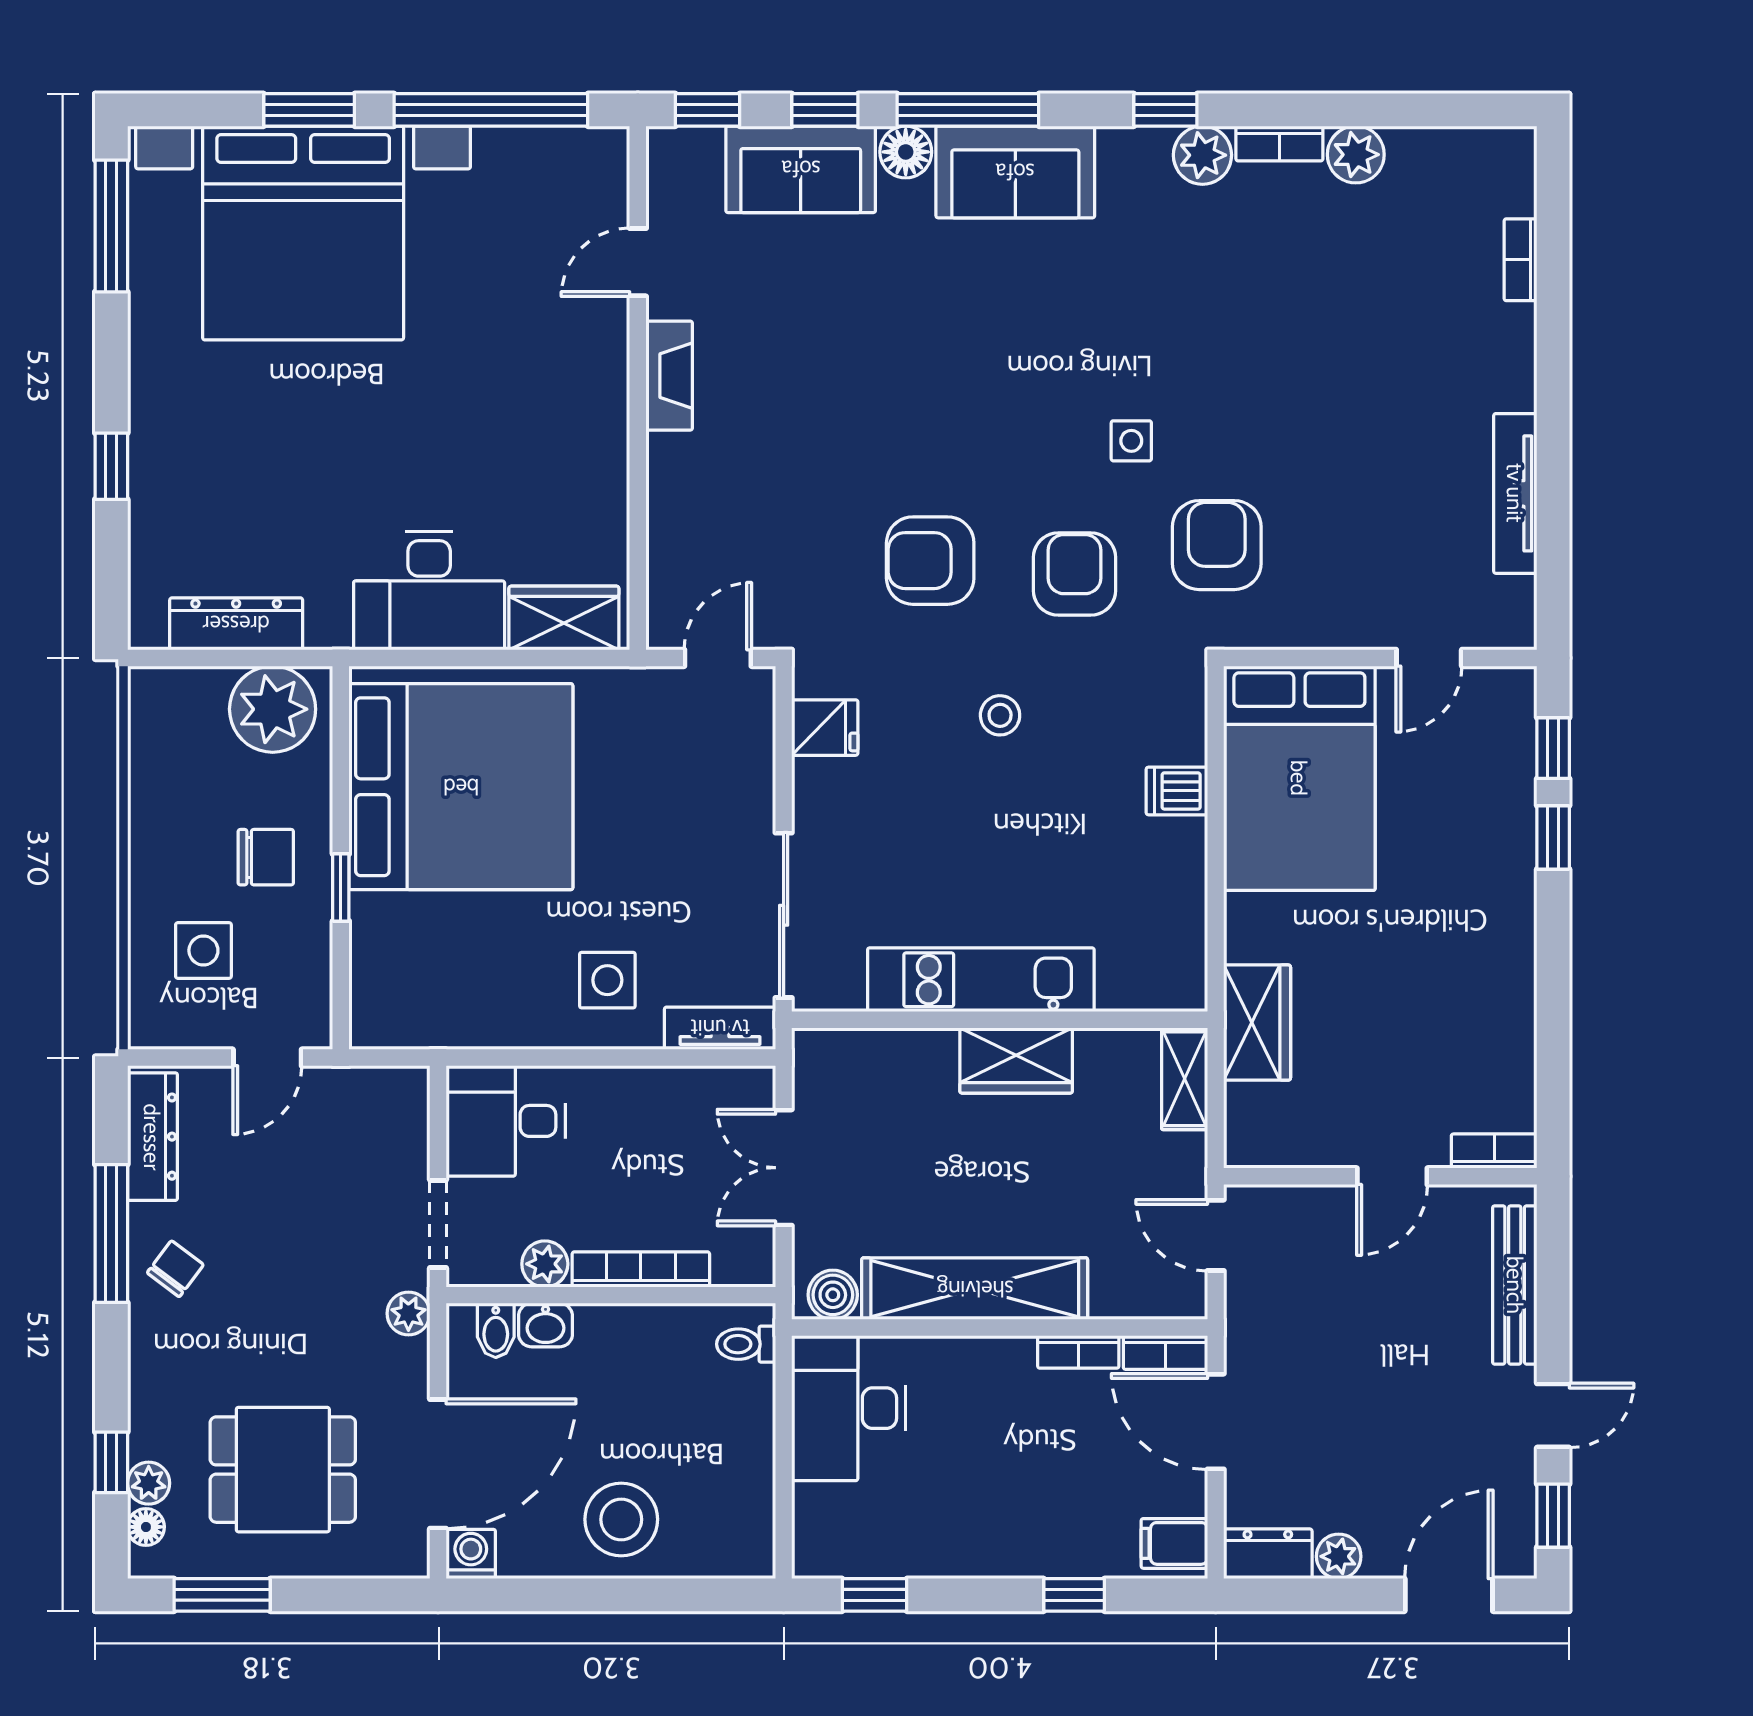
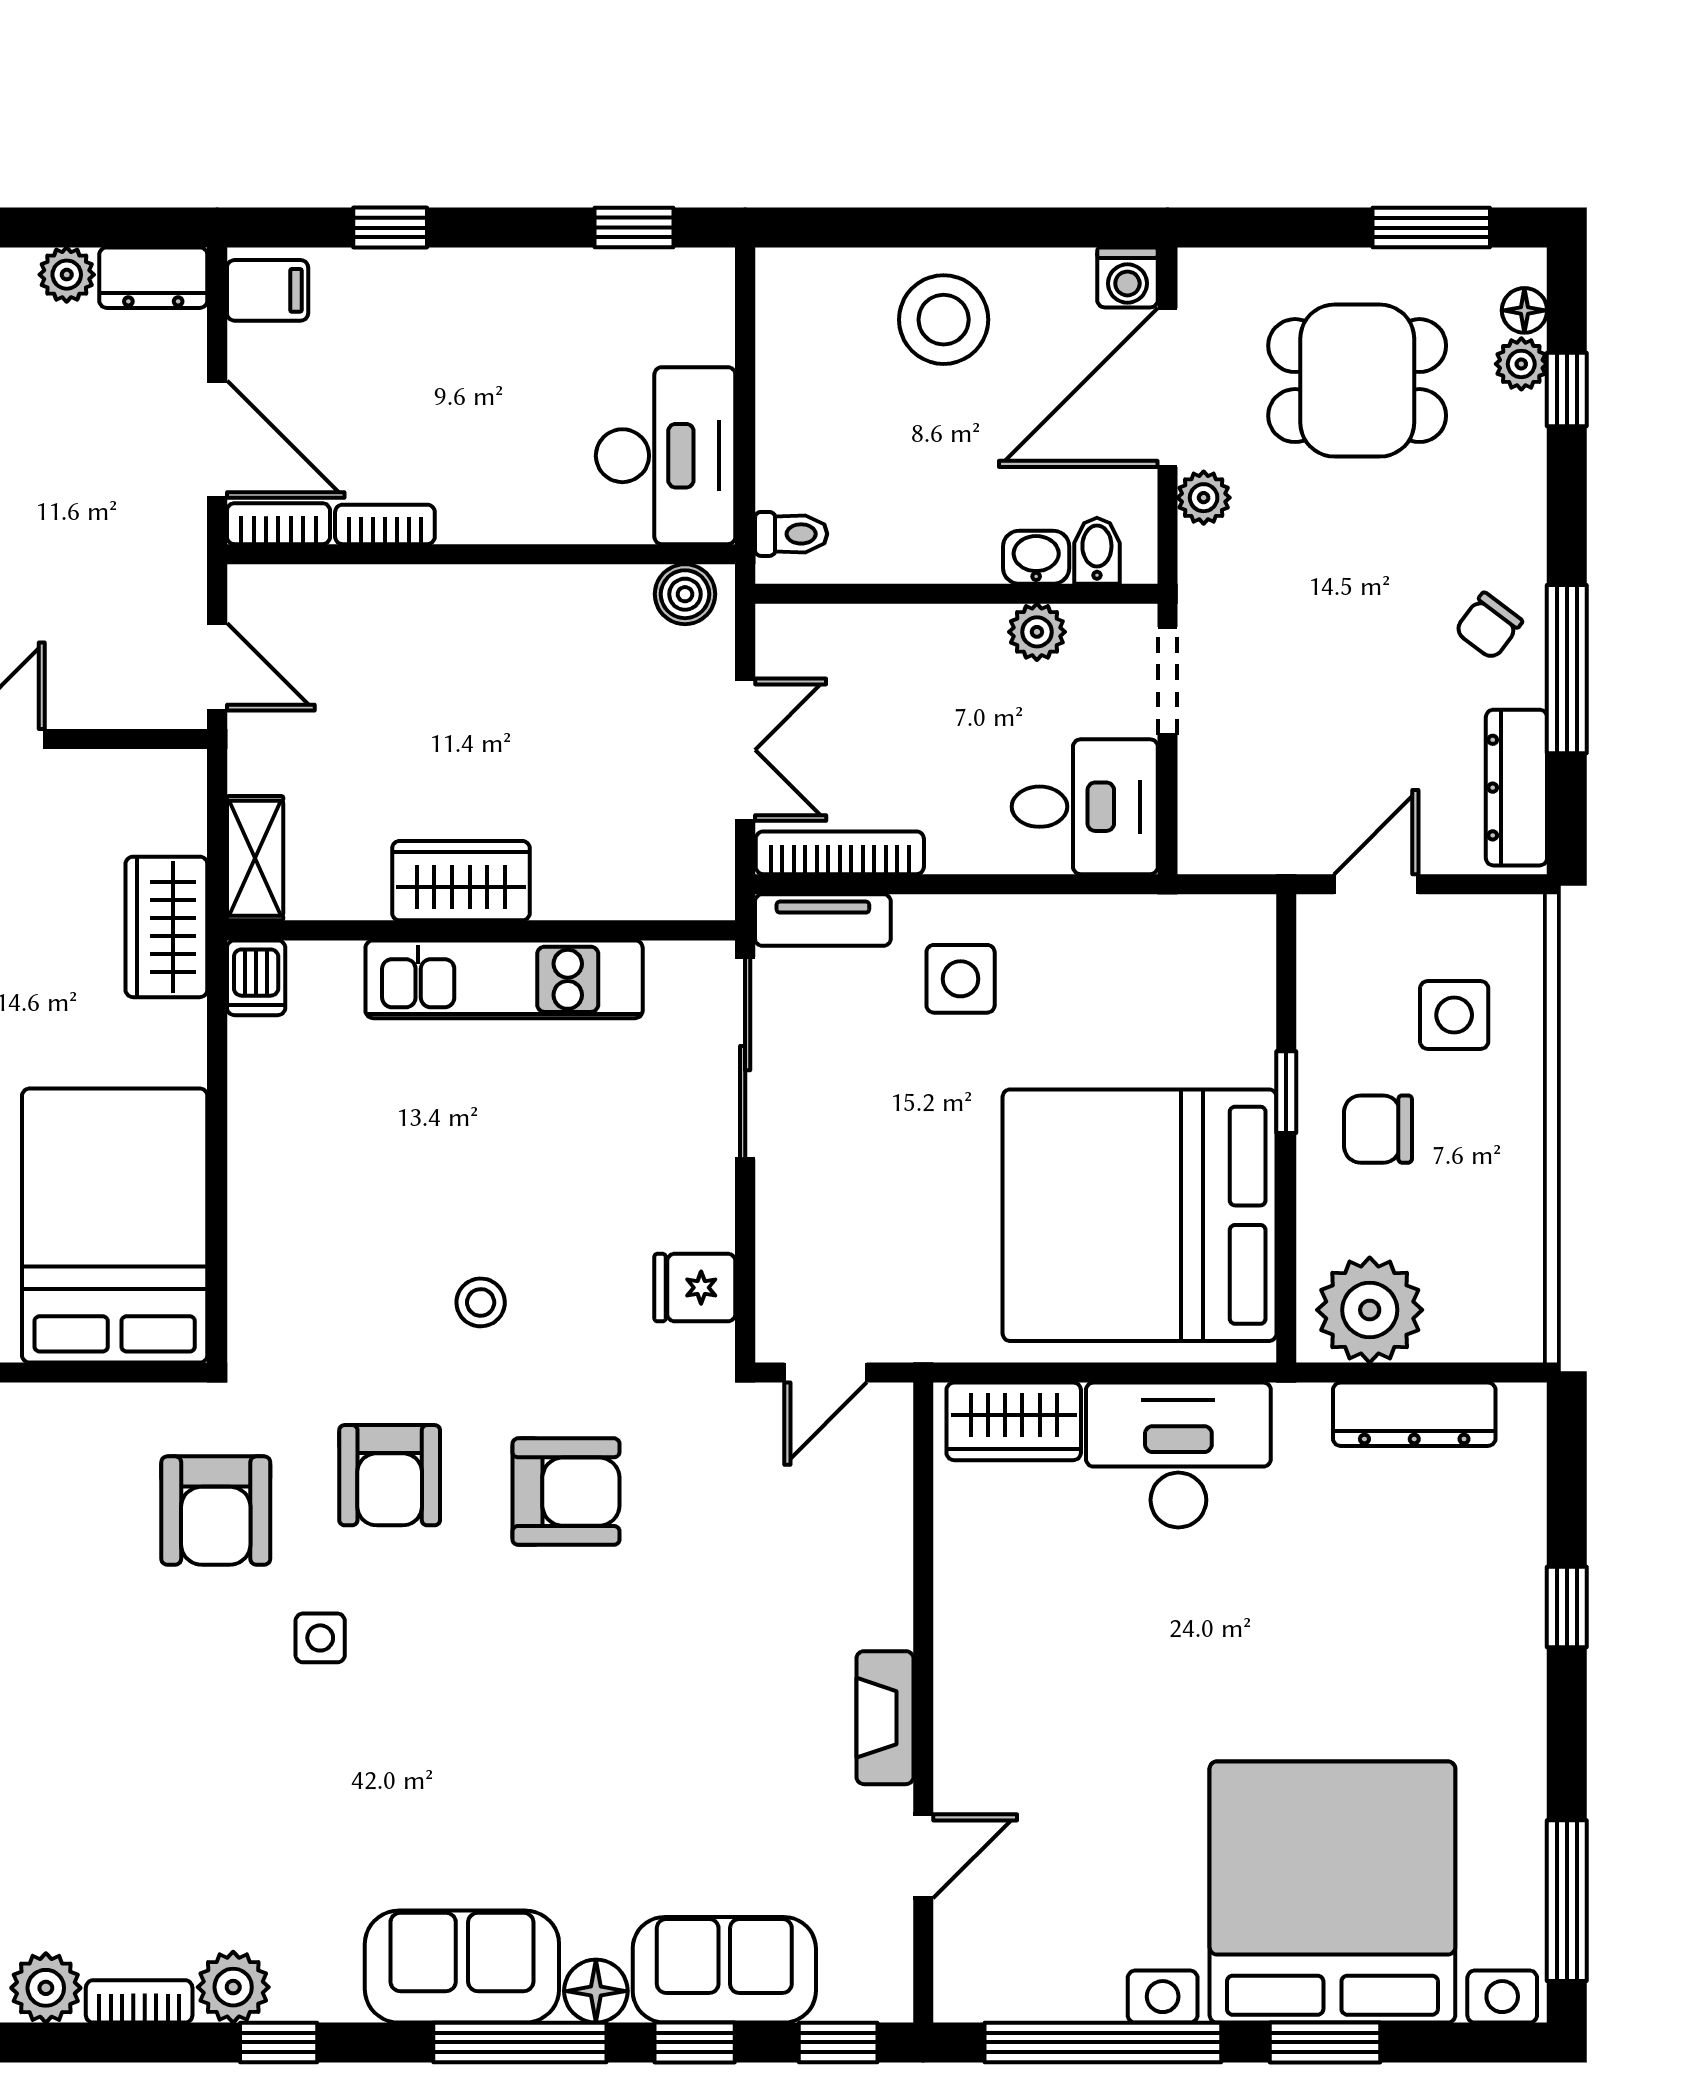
dishwasher: (1177, 791) -> (256, 978), moved, turned 90
bookcase: (641, 1269) -> (840, 853), moved, turned 180
shelving: (975, 1289) -> (512, 602), removed
plant: (408, 1313) -> (1204, 498), moved

